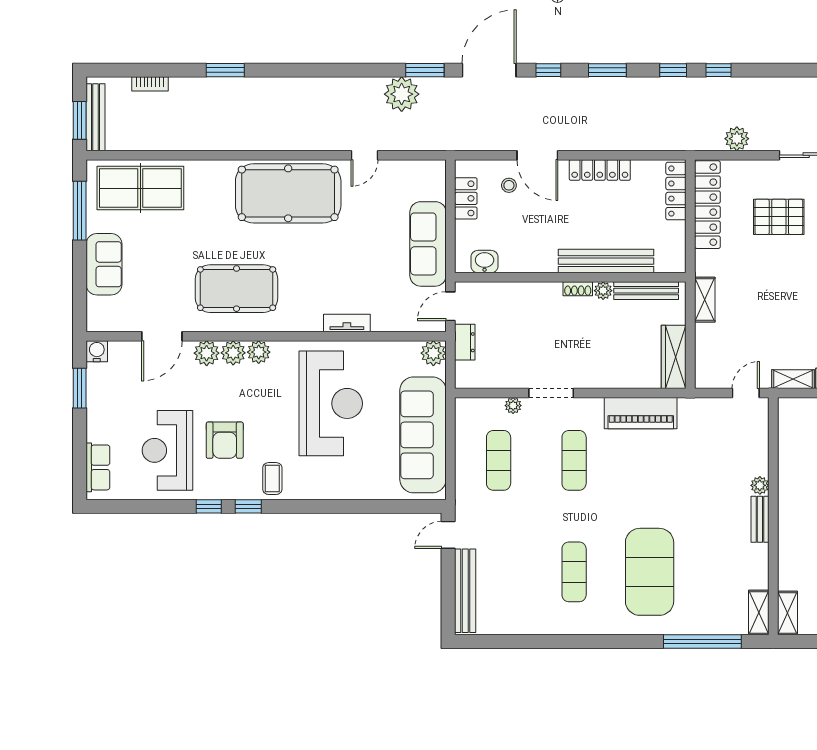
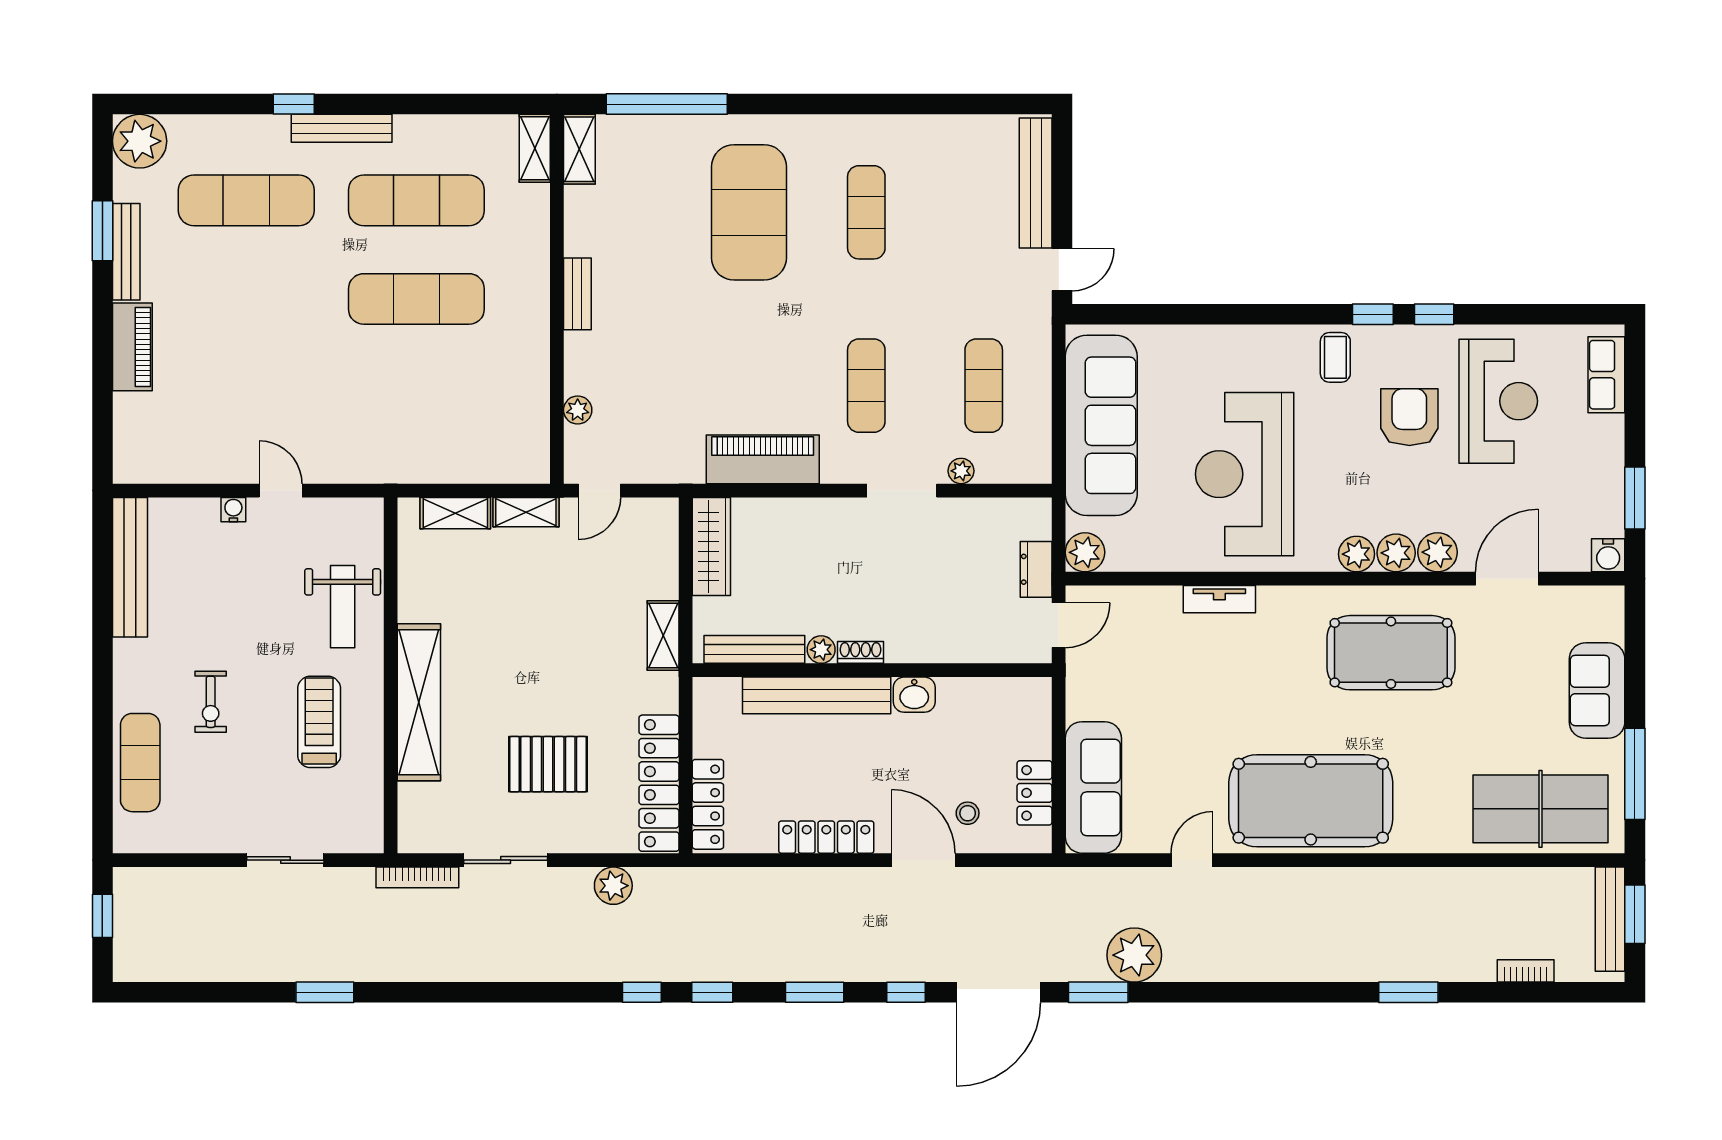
sofa: (428, 244) -> (1093, 787), moved
washbasin: (485, 262) -> (914, 695), moved
plant: (760, 485) -> (578, 410), moved

